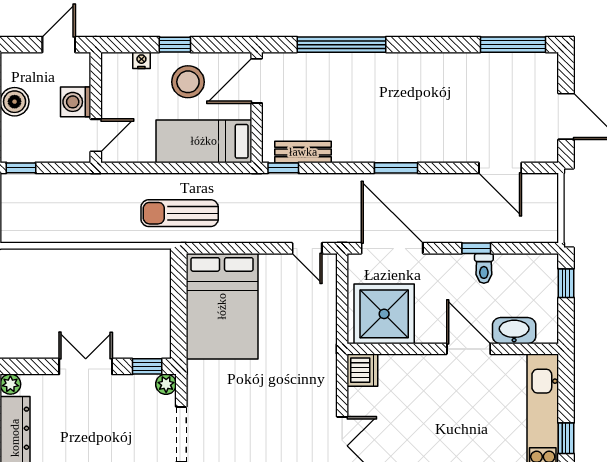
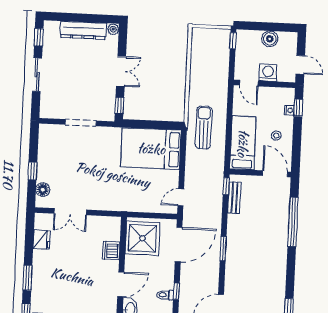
window: (175, 45) -> (298, 108), moved
stool: (188, 82) -> (276, 136), width x0.53, depth x0.53
dishwasher: (362, 370) -> (111, 251), moved, turned 90
plant: (166, 384) -> (109, 116), removed

